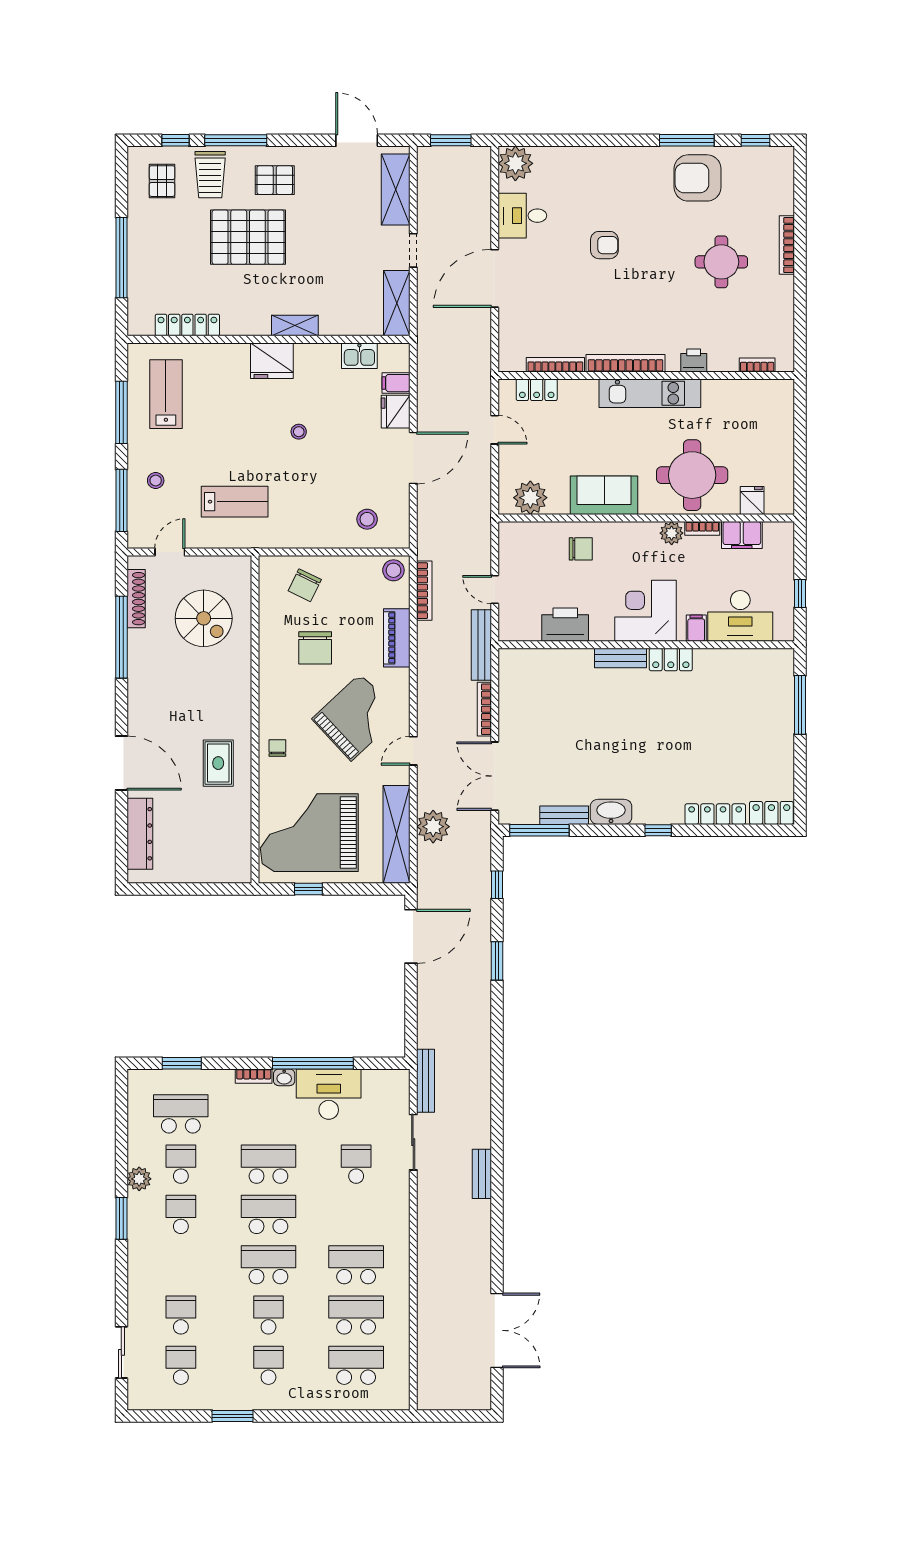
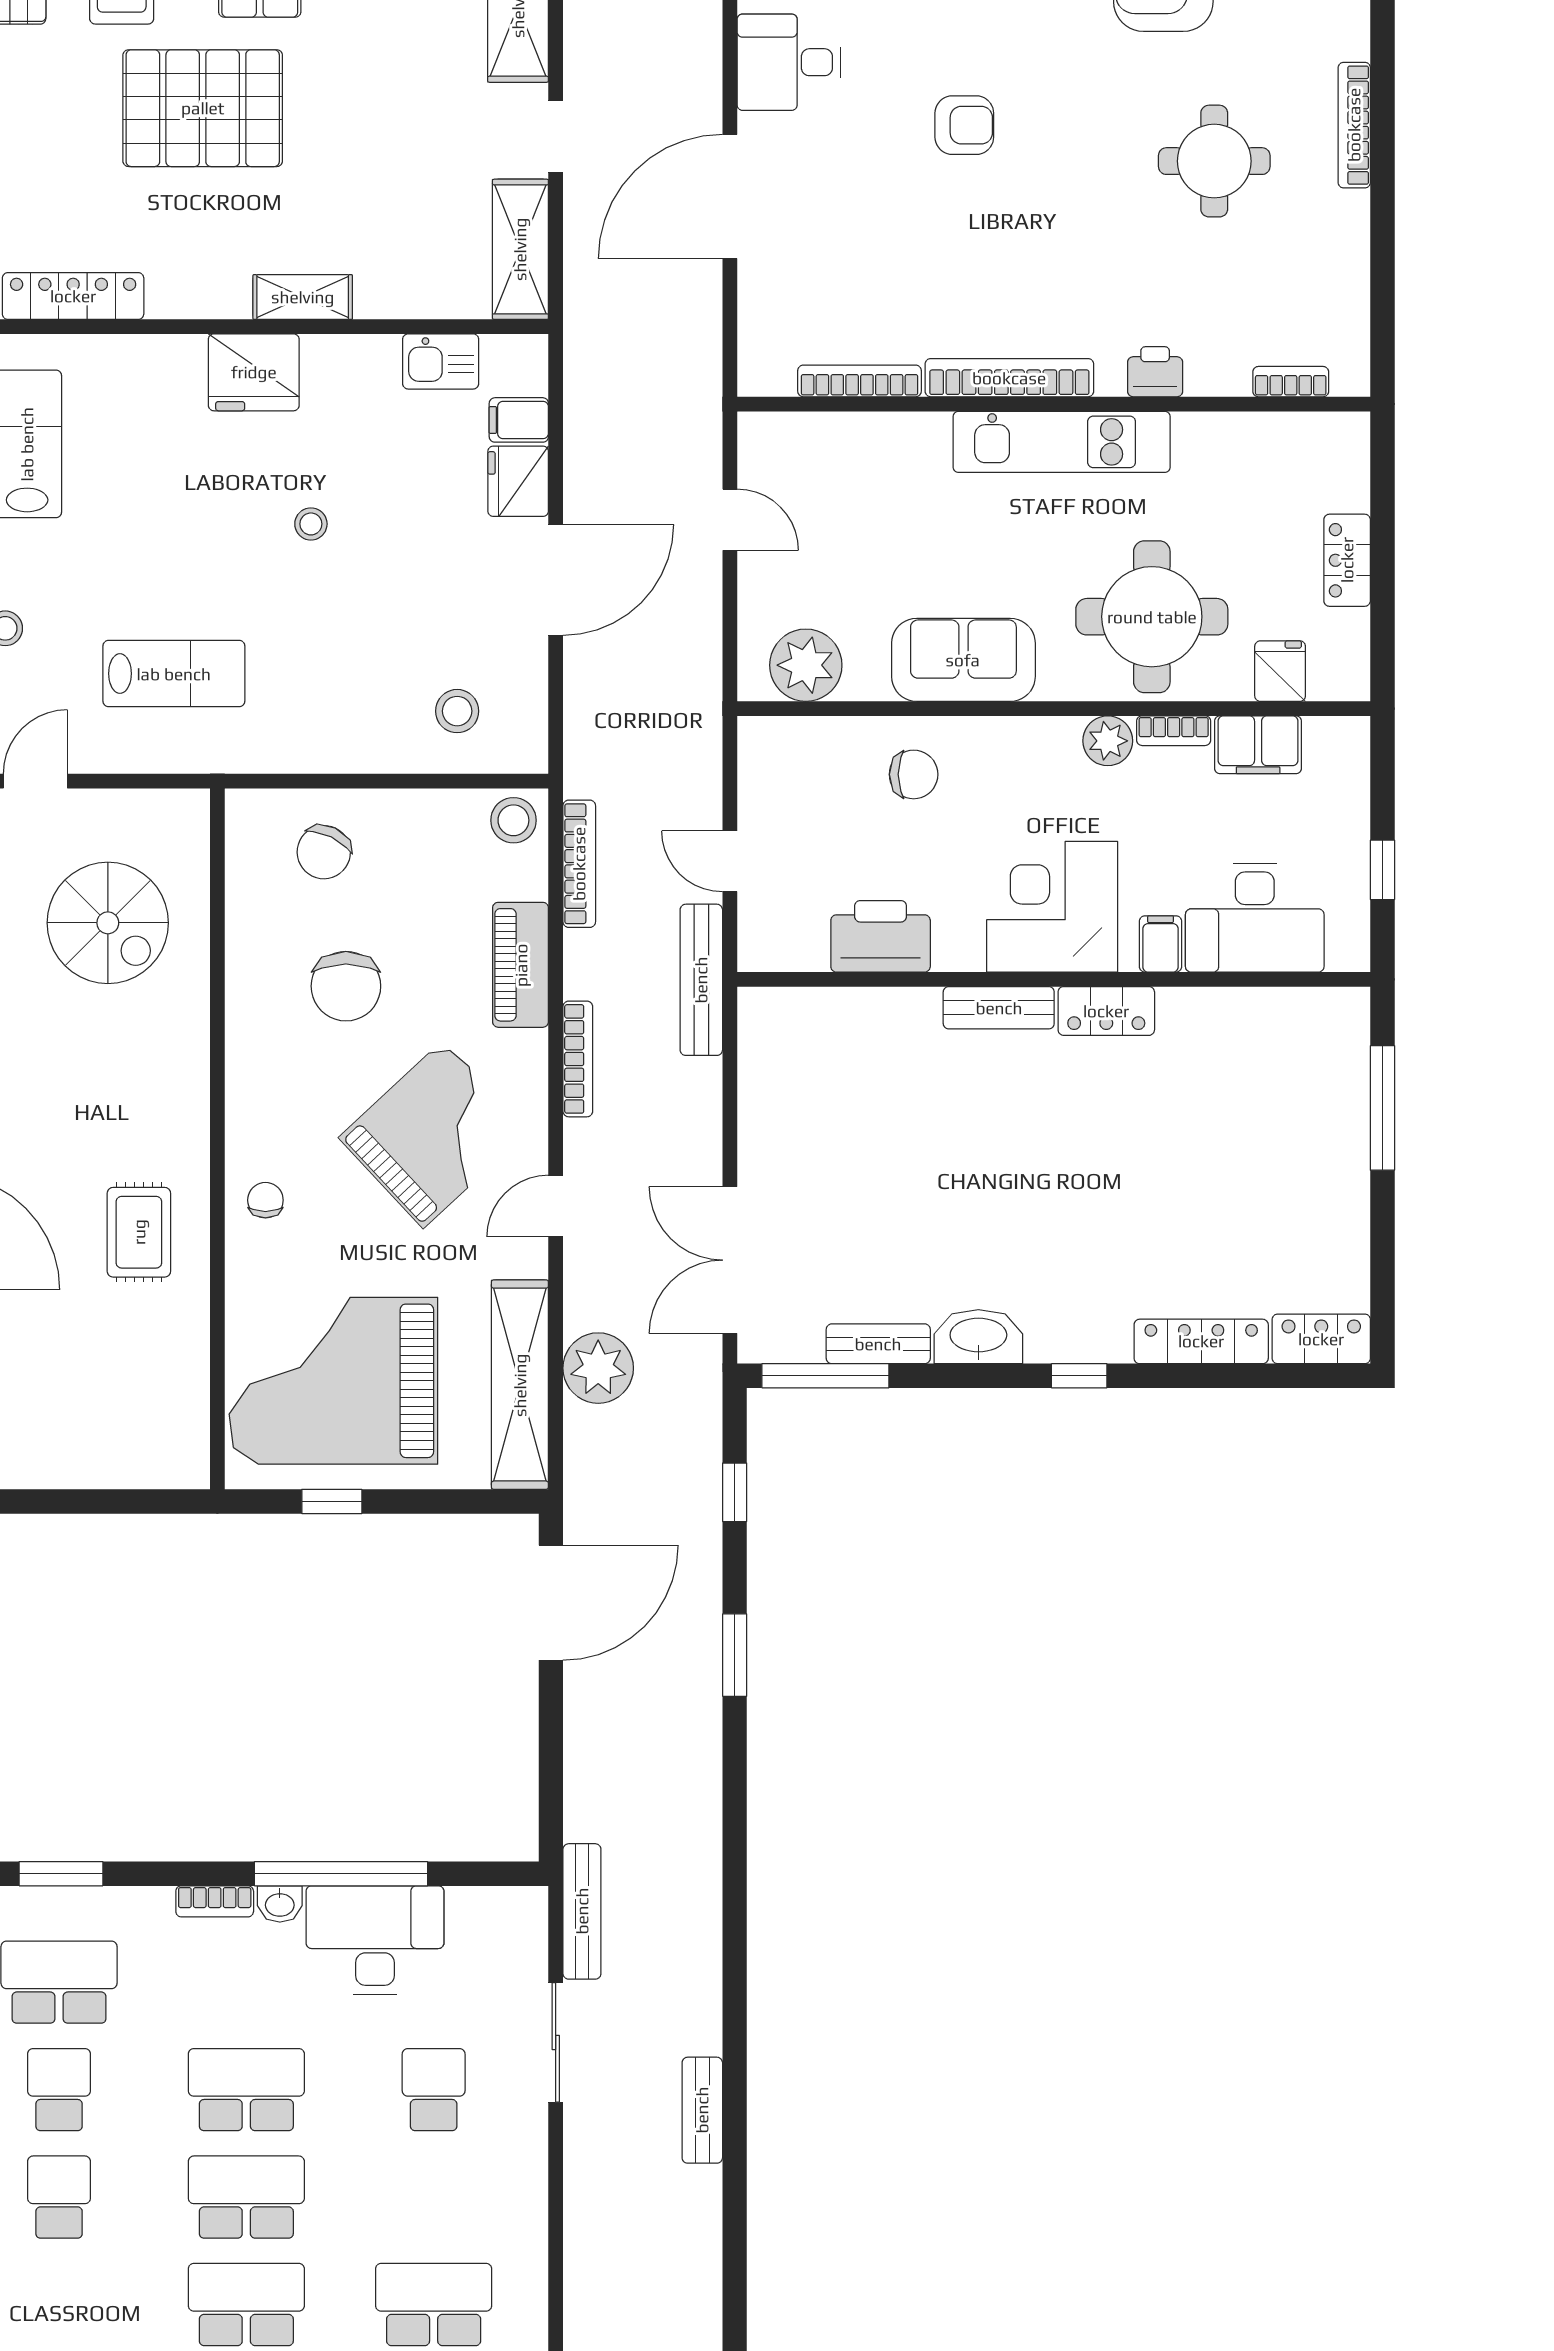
locker: (537, 390) -> (1347, 560), moved, turned 90
bookcase: (484, 709) -> (578, 1059), moved, turned 180

